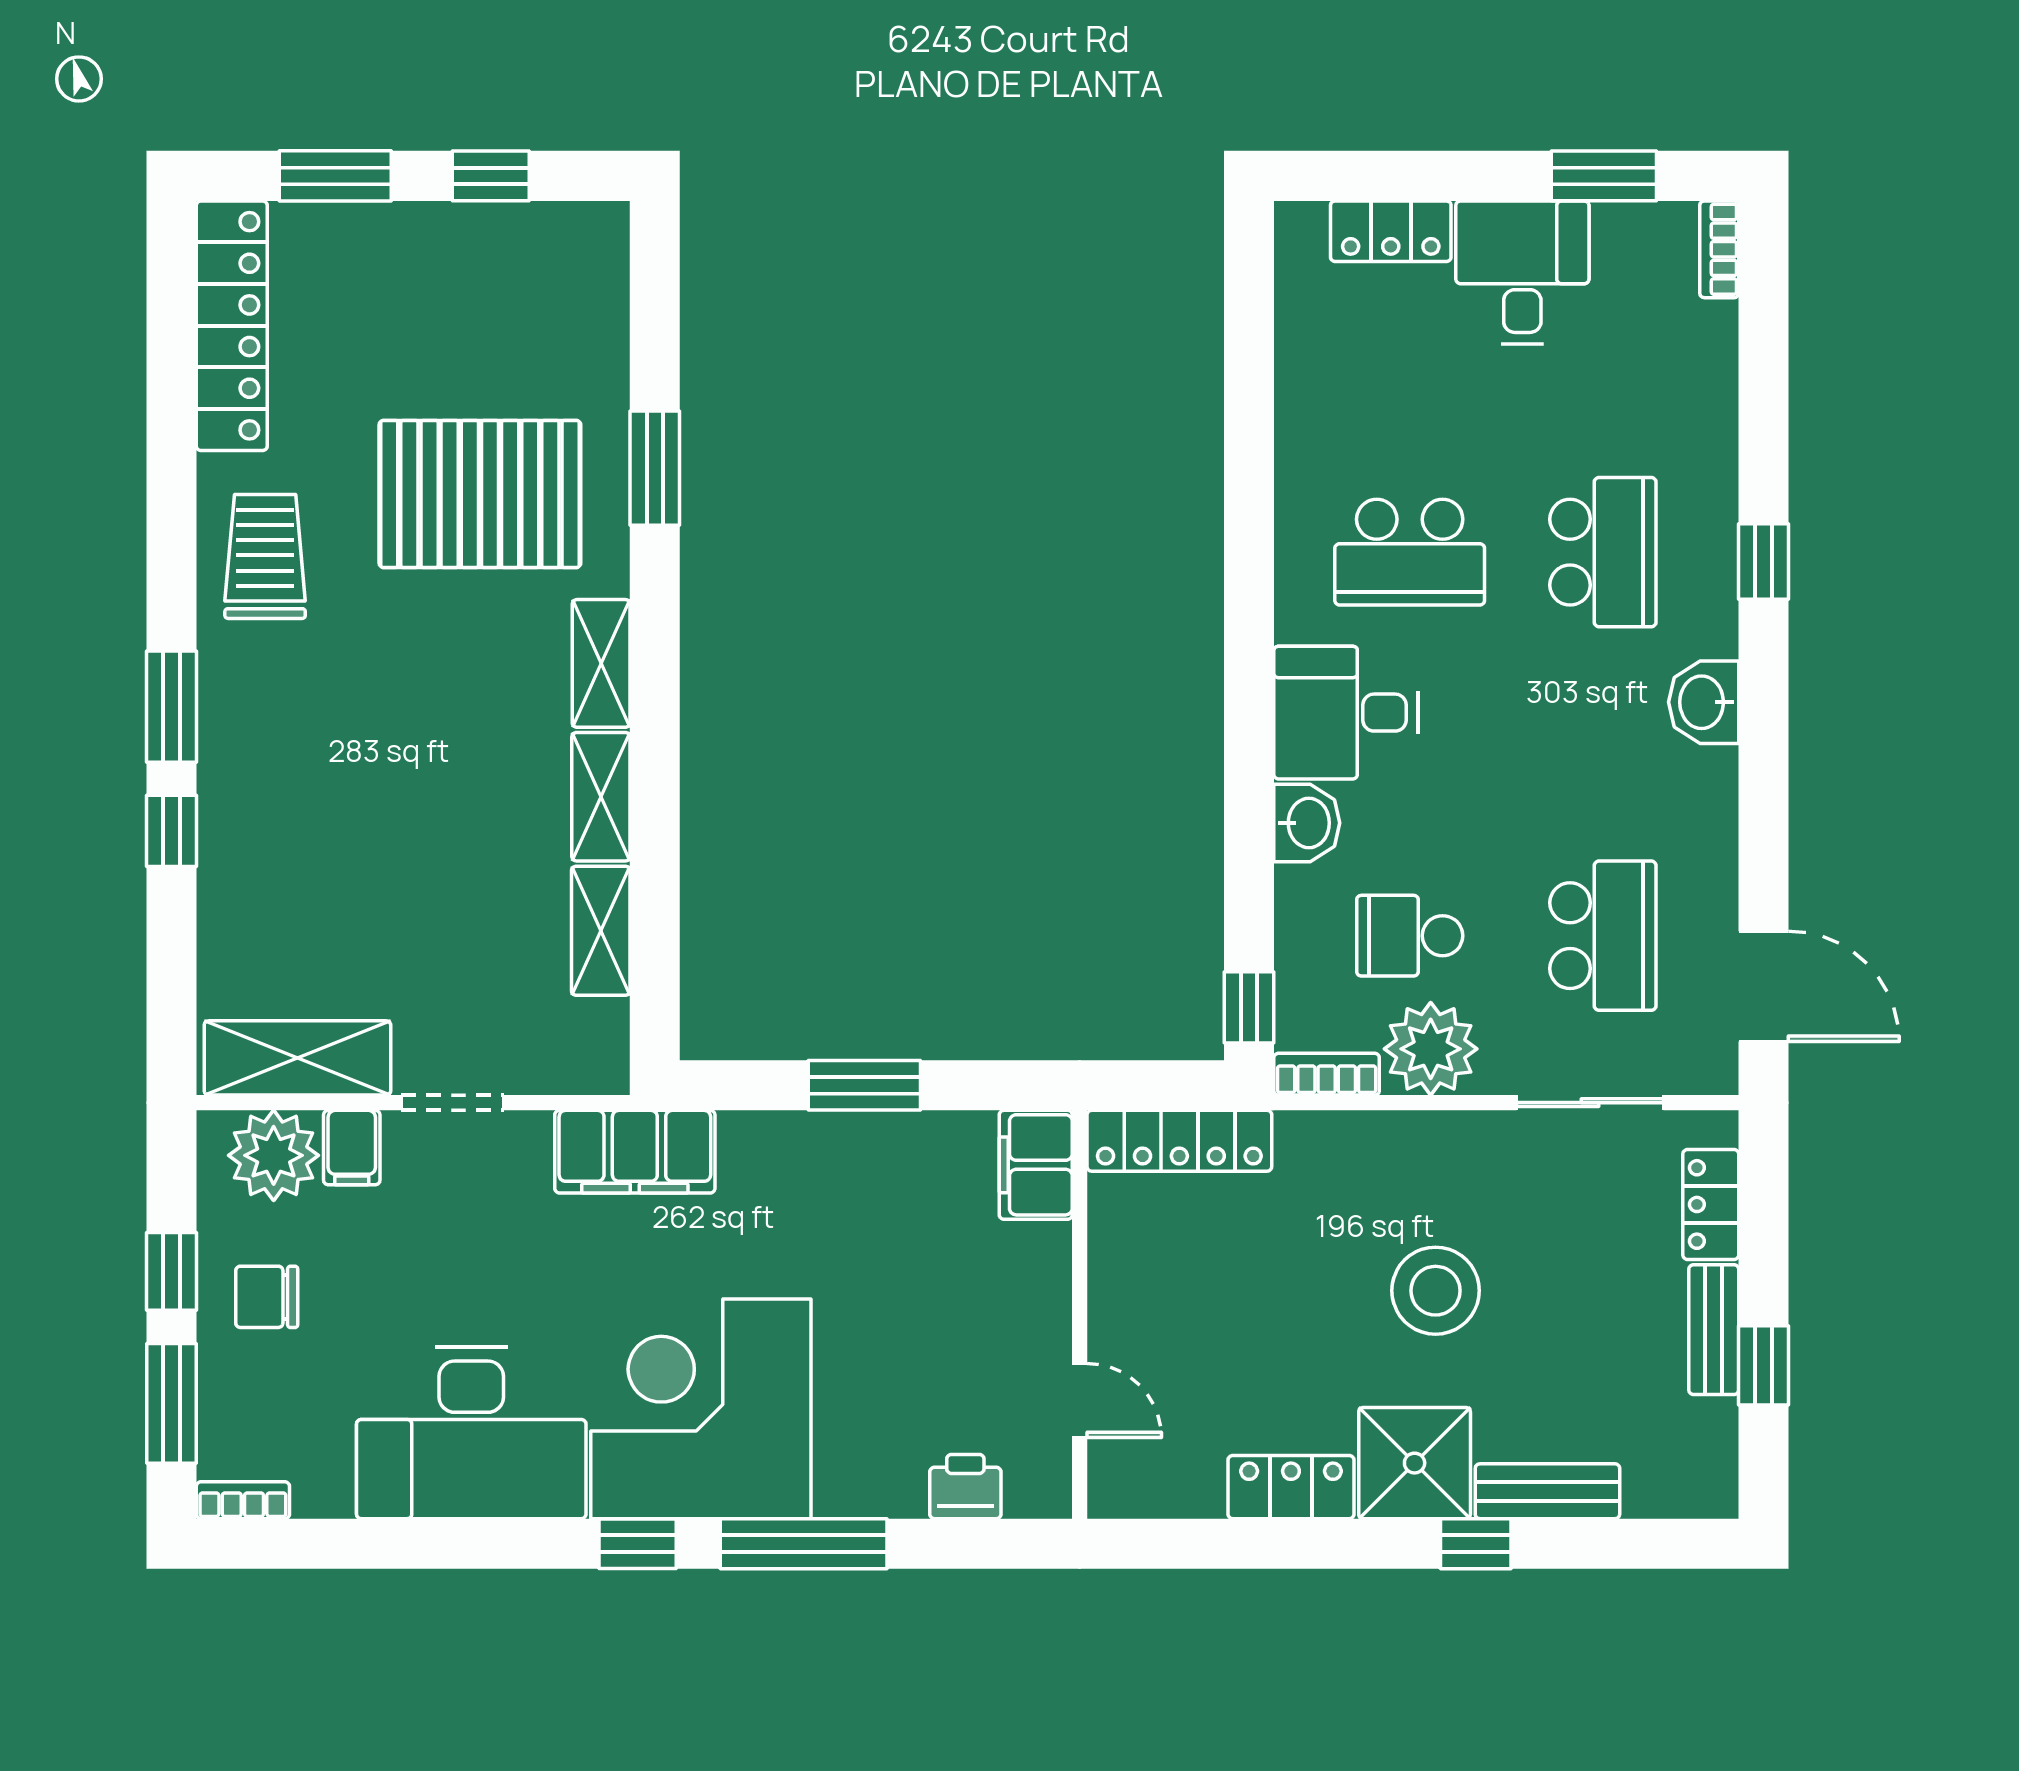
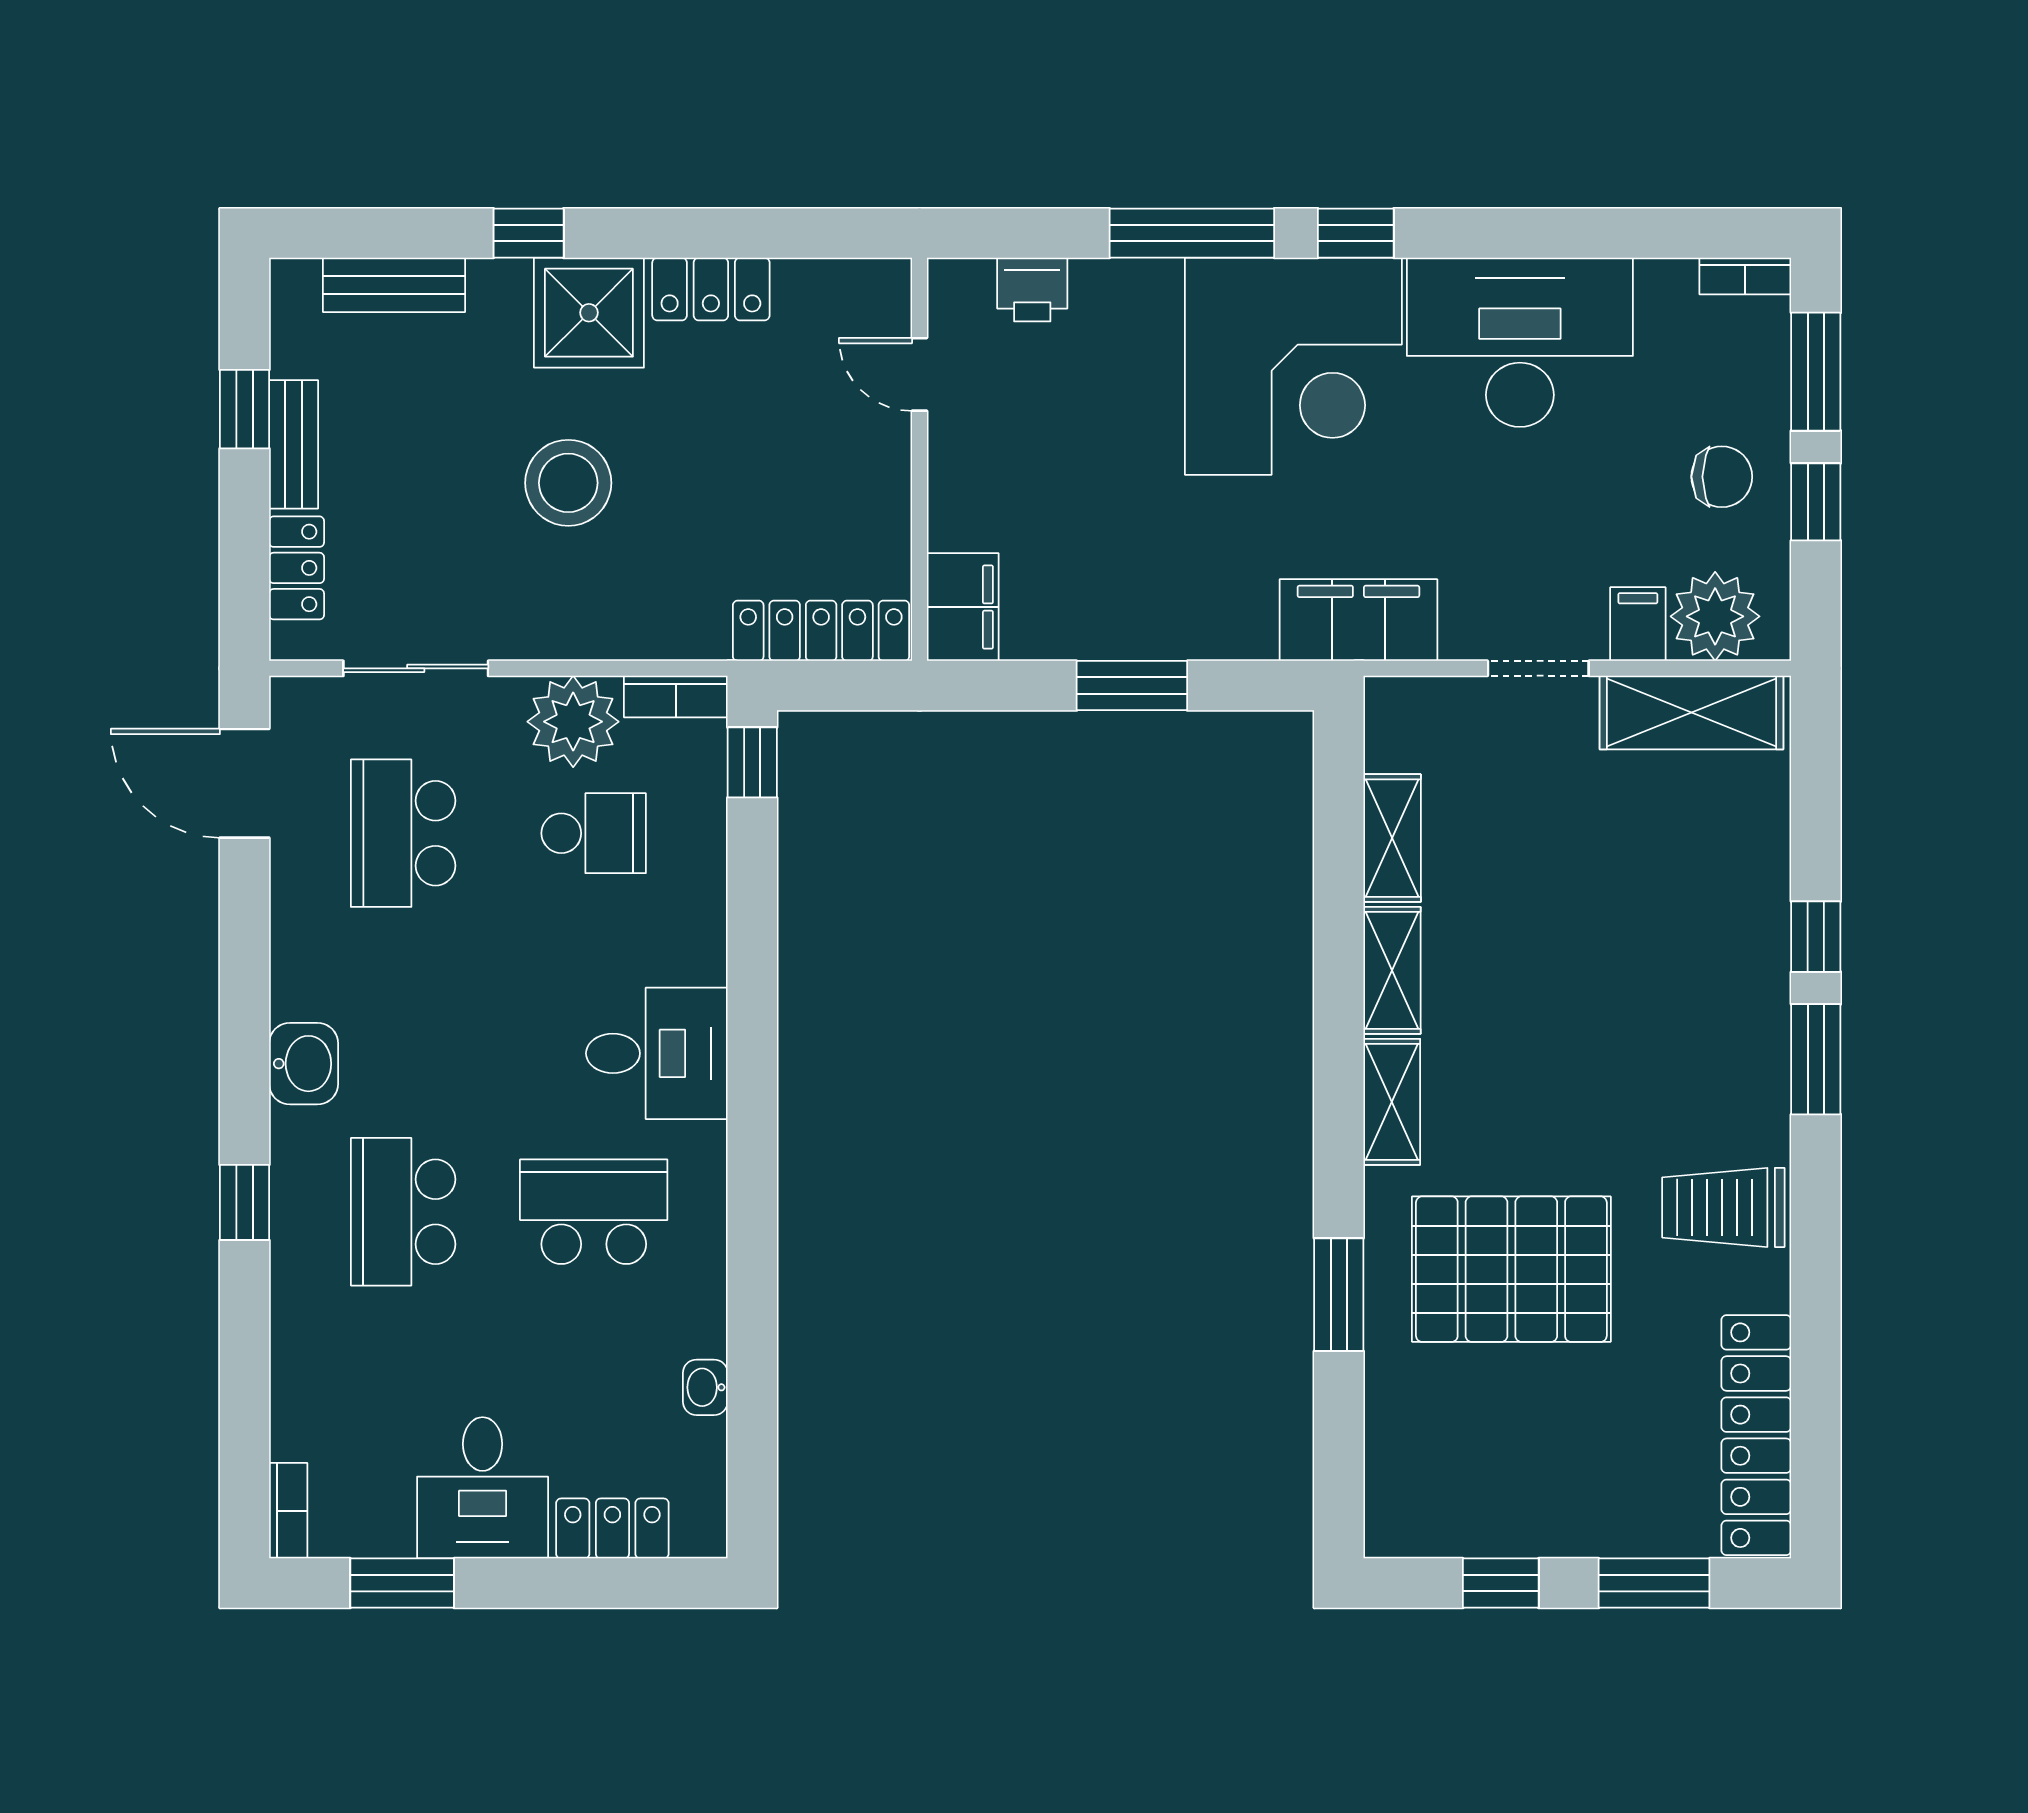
trolley: (265, 556) -> (1723, 1207), turned 90
washbasin: (1307, 823) -> (705, 1387), moved, width x0.72, depth x0.69
bench: (1547, 1491) -> (394, 285), moved

